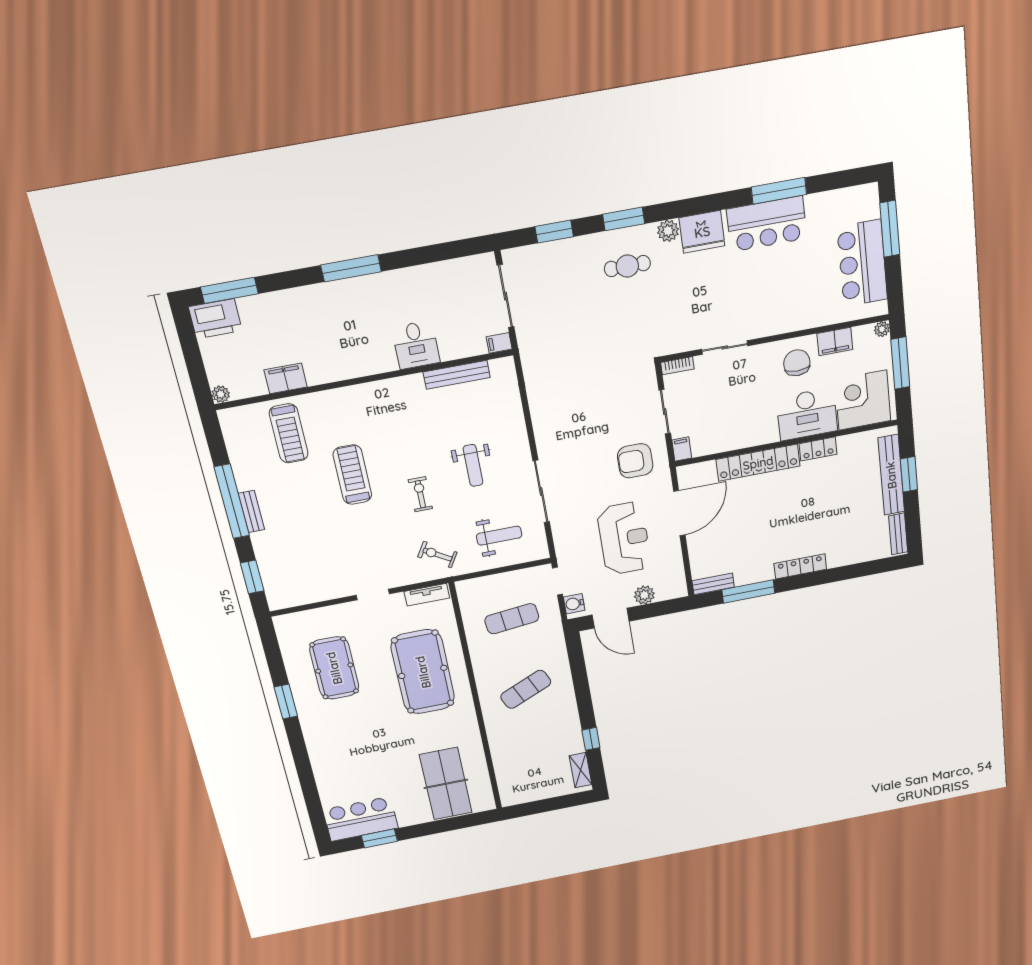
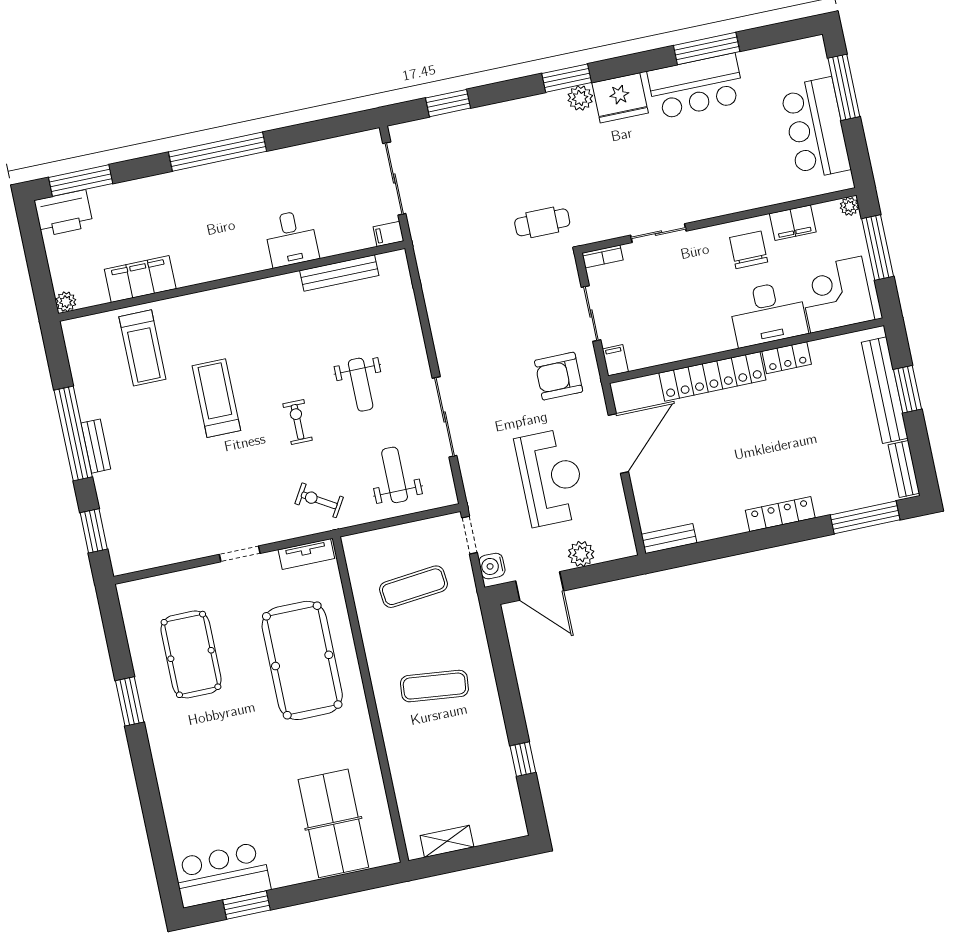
window: (624, 219) -> (567, 78), moved
cafe table: (627, 266) -> (542, 222), moved
window: (351, 268) -> (217, 152), width x1.46
filing cabinet: (286, 378) -> (140, 279), width x1.50, depth x1.17
weight bench: (499, 536) -> (395, 475), turned -90
window: (748, 592) -> (865, 517), moved
exercise mat: (526, 689) -> (434, 686), turned 30
shelving: (580, 770) -> (447, 841), moved, turned 90

